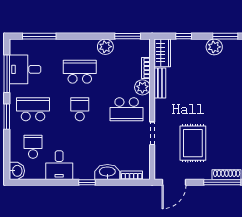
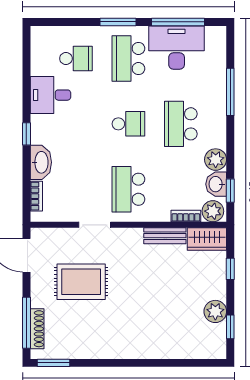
window: (39, 36) -> (230, 92), moved
window: (128, 36) -> (230, 191), width x0.67
window: (225, 36) -> (230, 327), width x0.67
desk: (25, 69) -> (177, 48), width x1.37
school desk: (80, 72) -> (181, 124), turned 180
plant: (142, 87) -> (213, 211), moved
school desk: (33, 109) -> (128, 58), turned 180
washbasin: (17, 171) -> (216, 184), moved, turned 90

